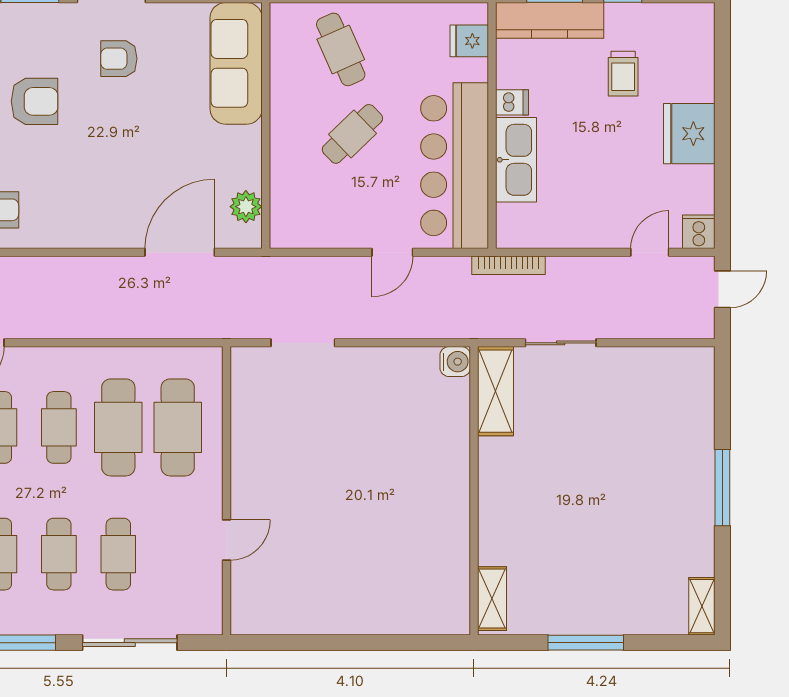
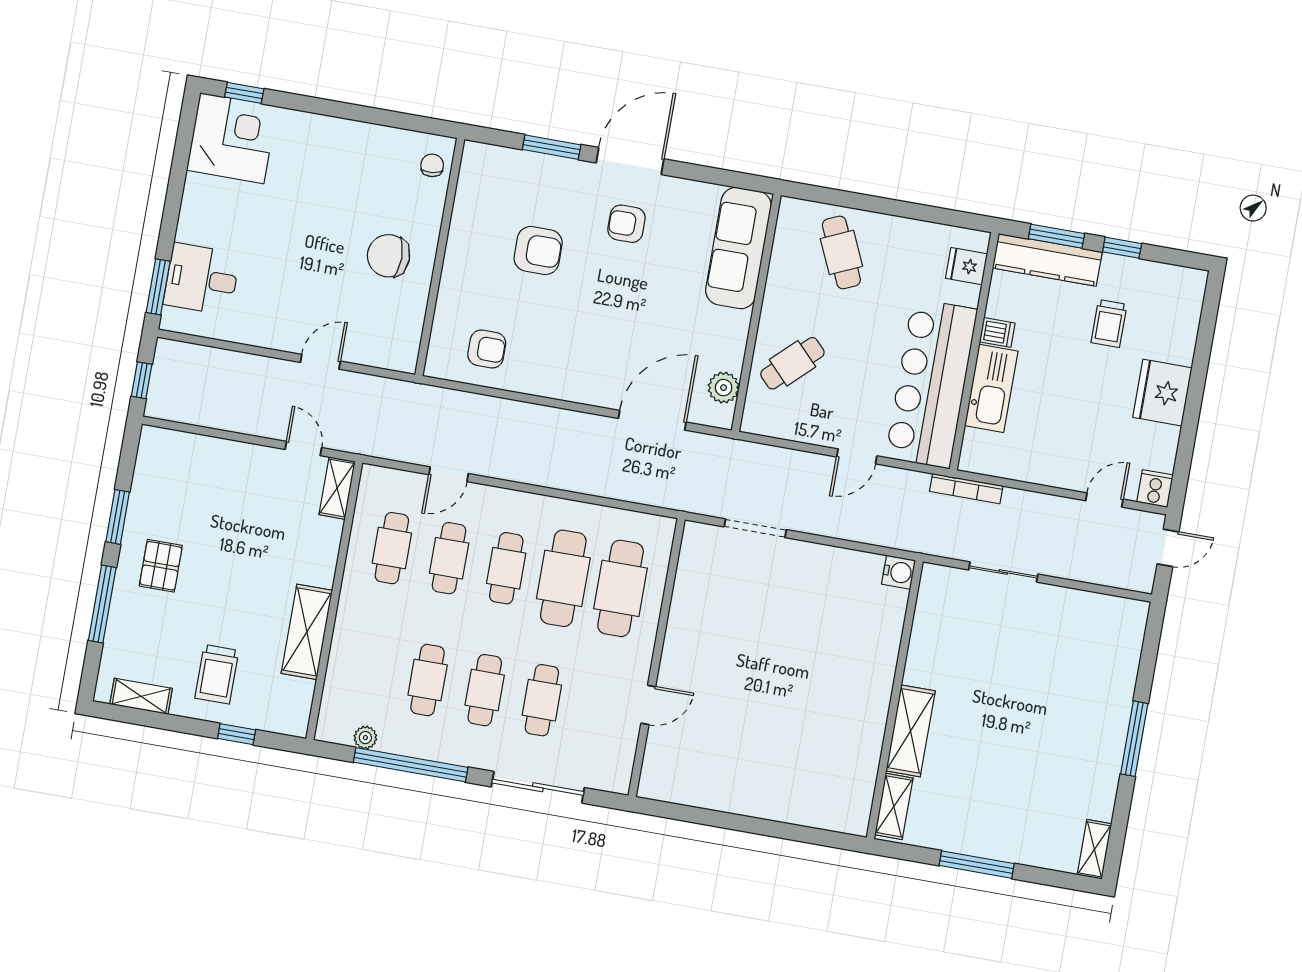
cafe table: (352, 134) -> (792, 363), moved
shelving: (495, 391) -> (911, 731), moved

